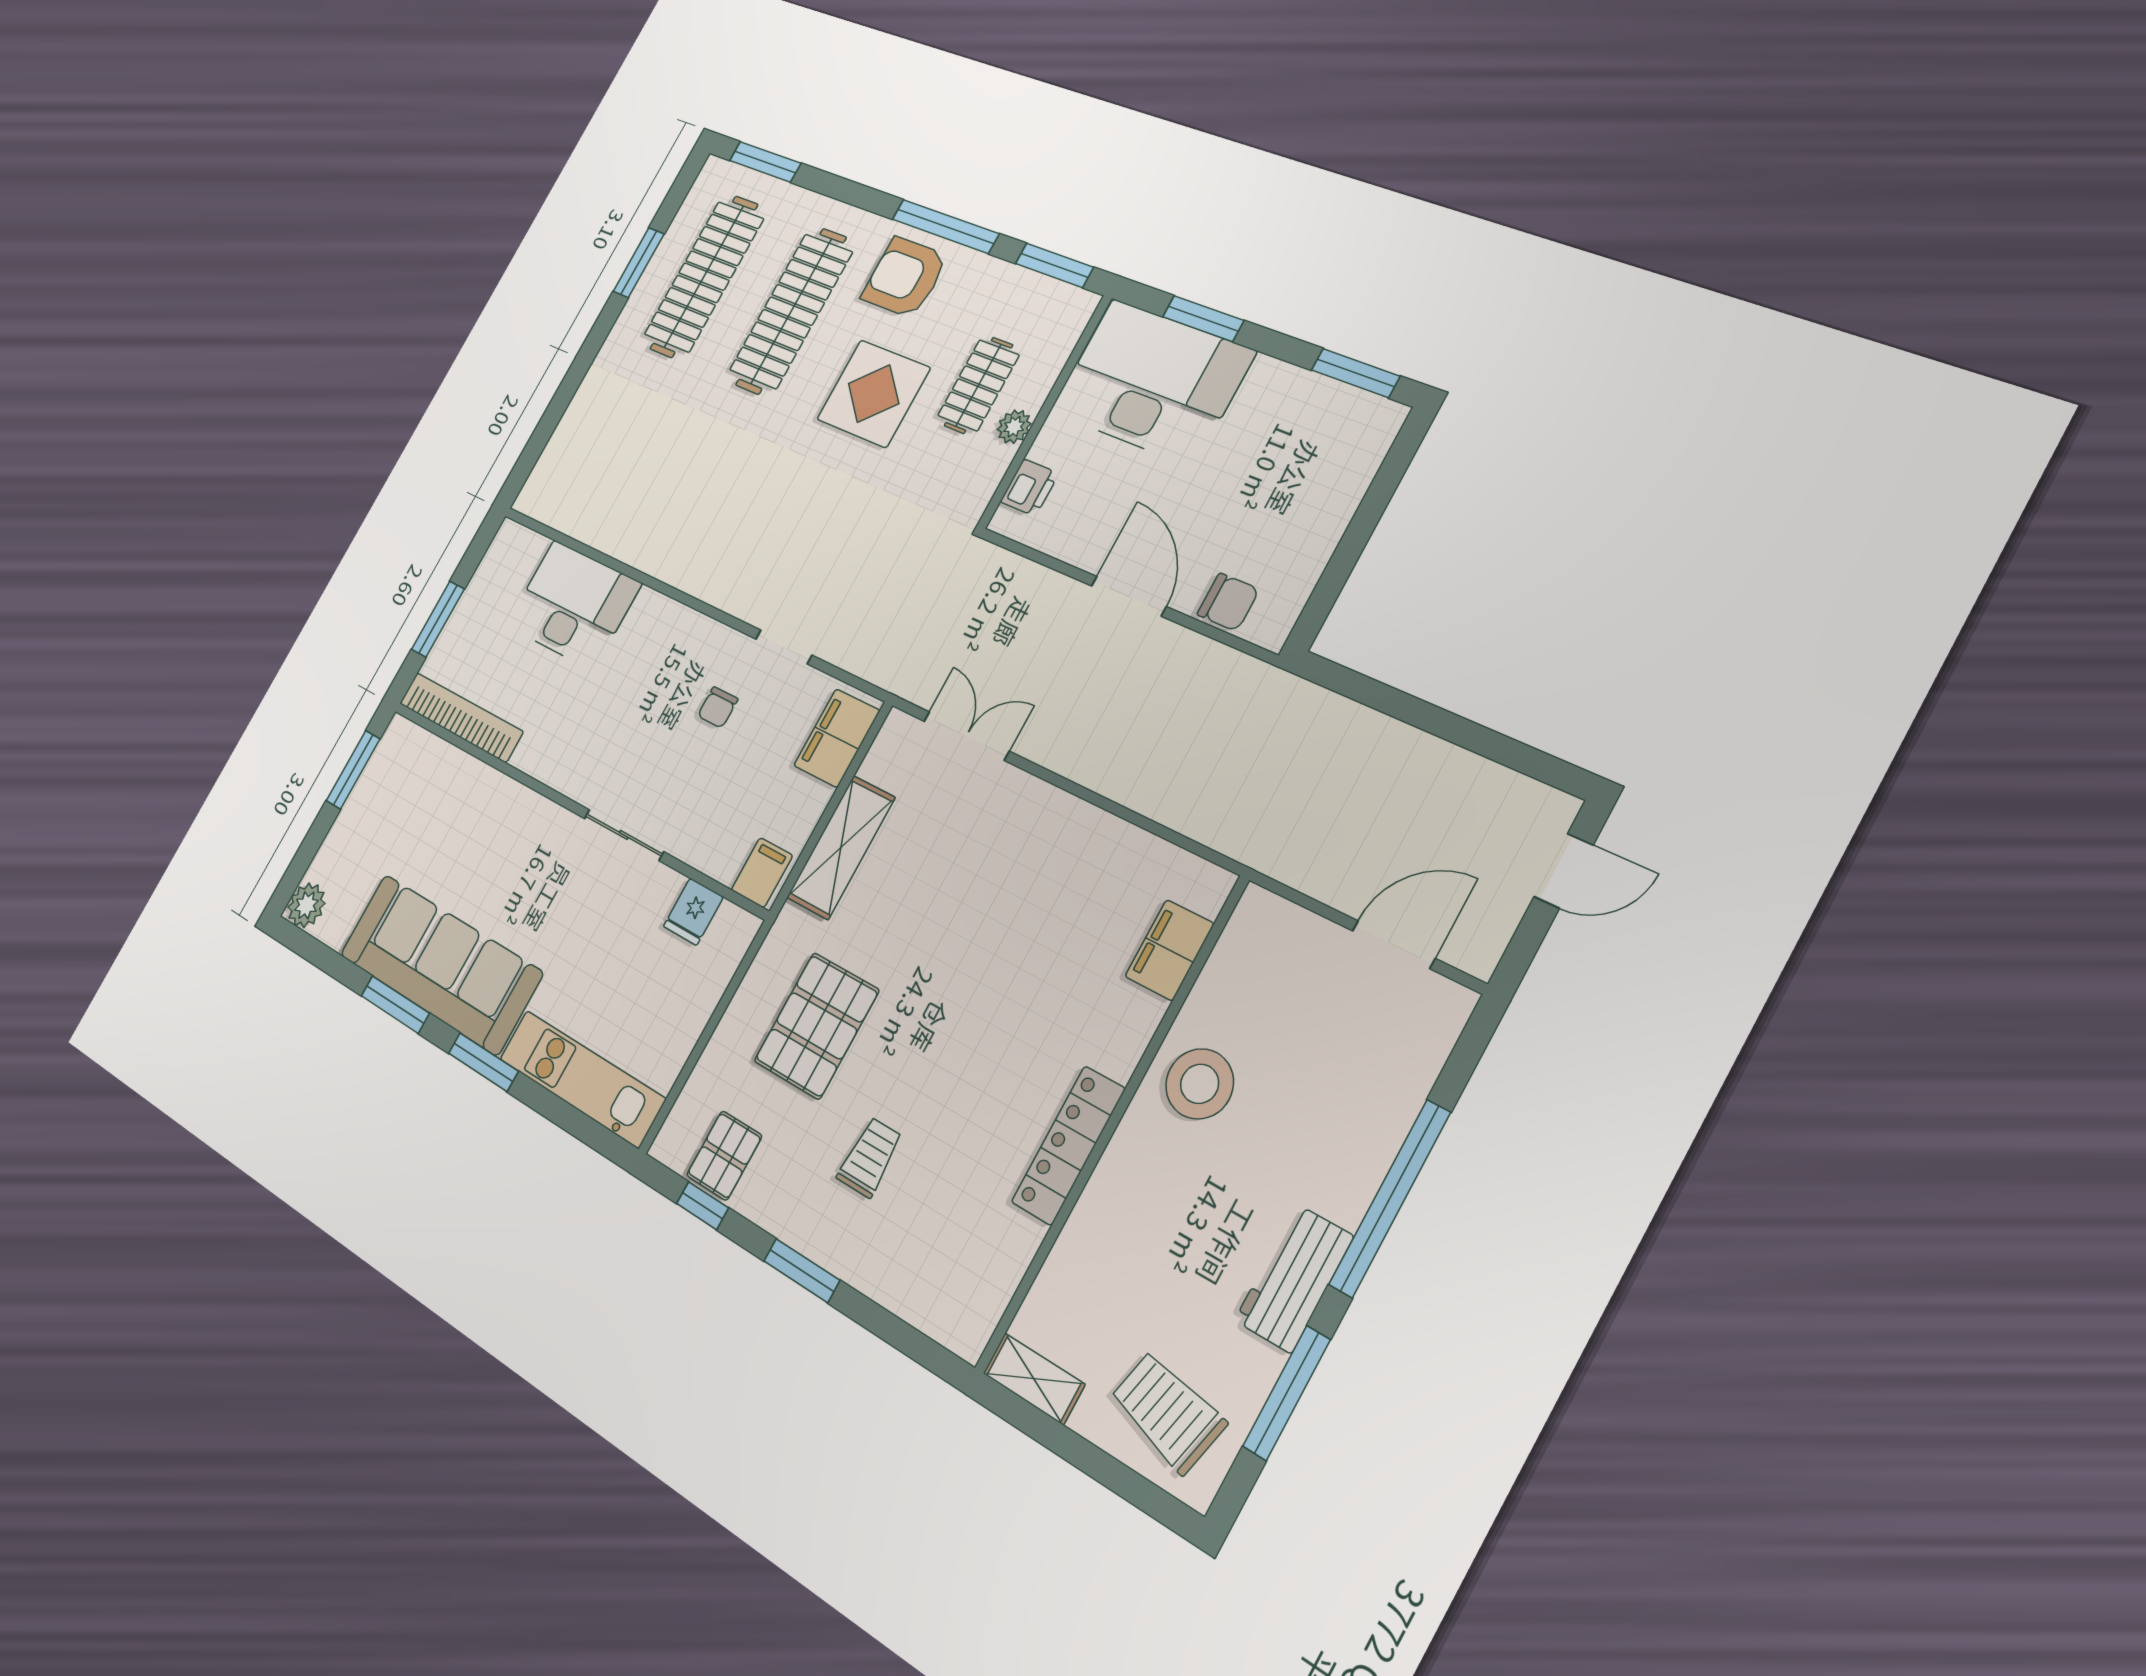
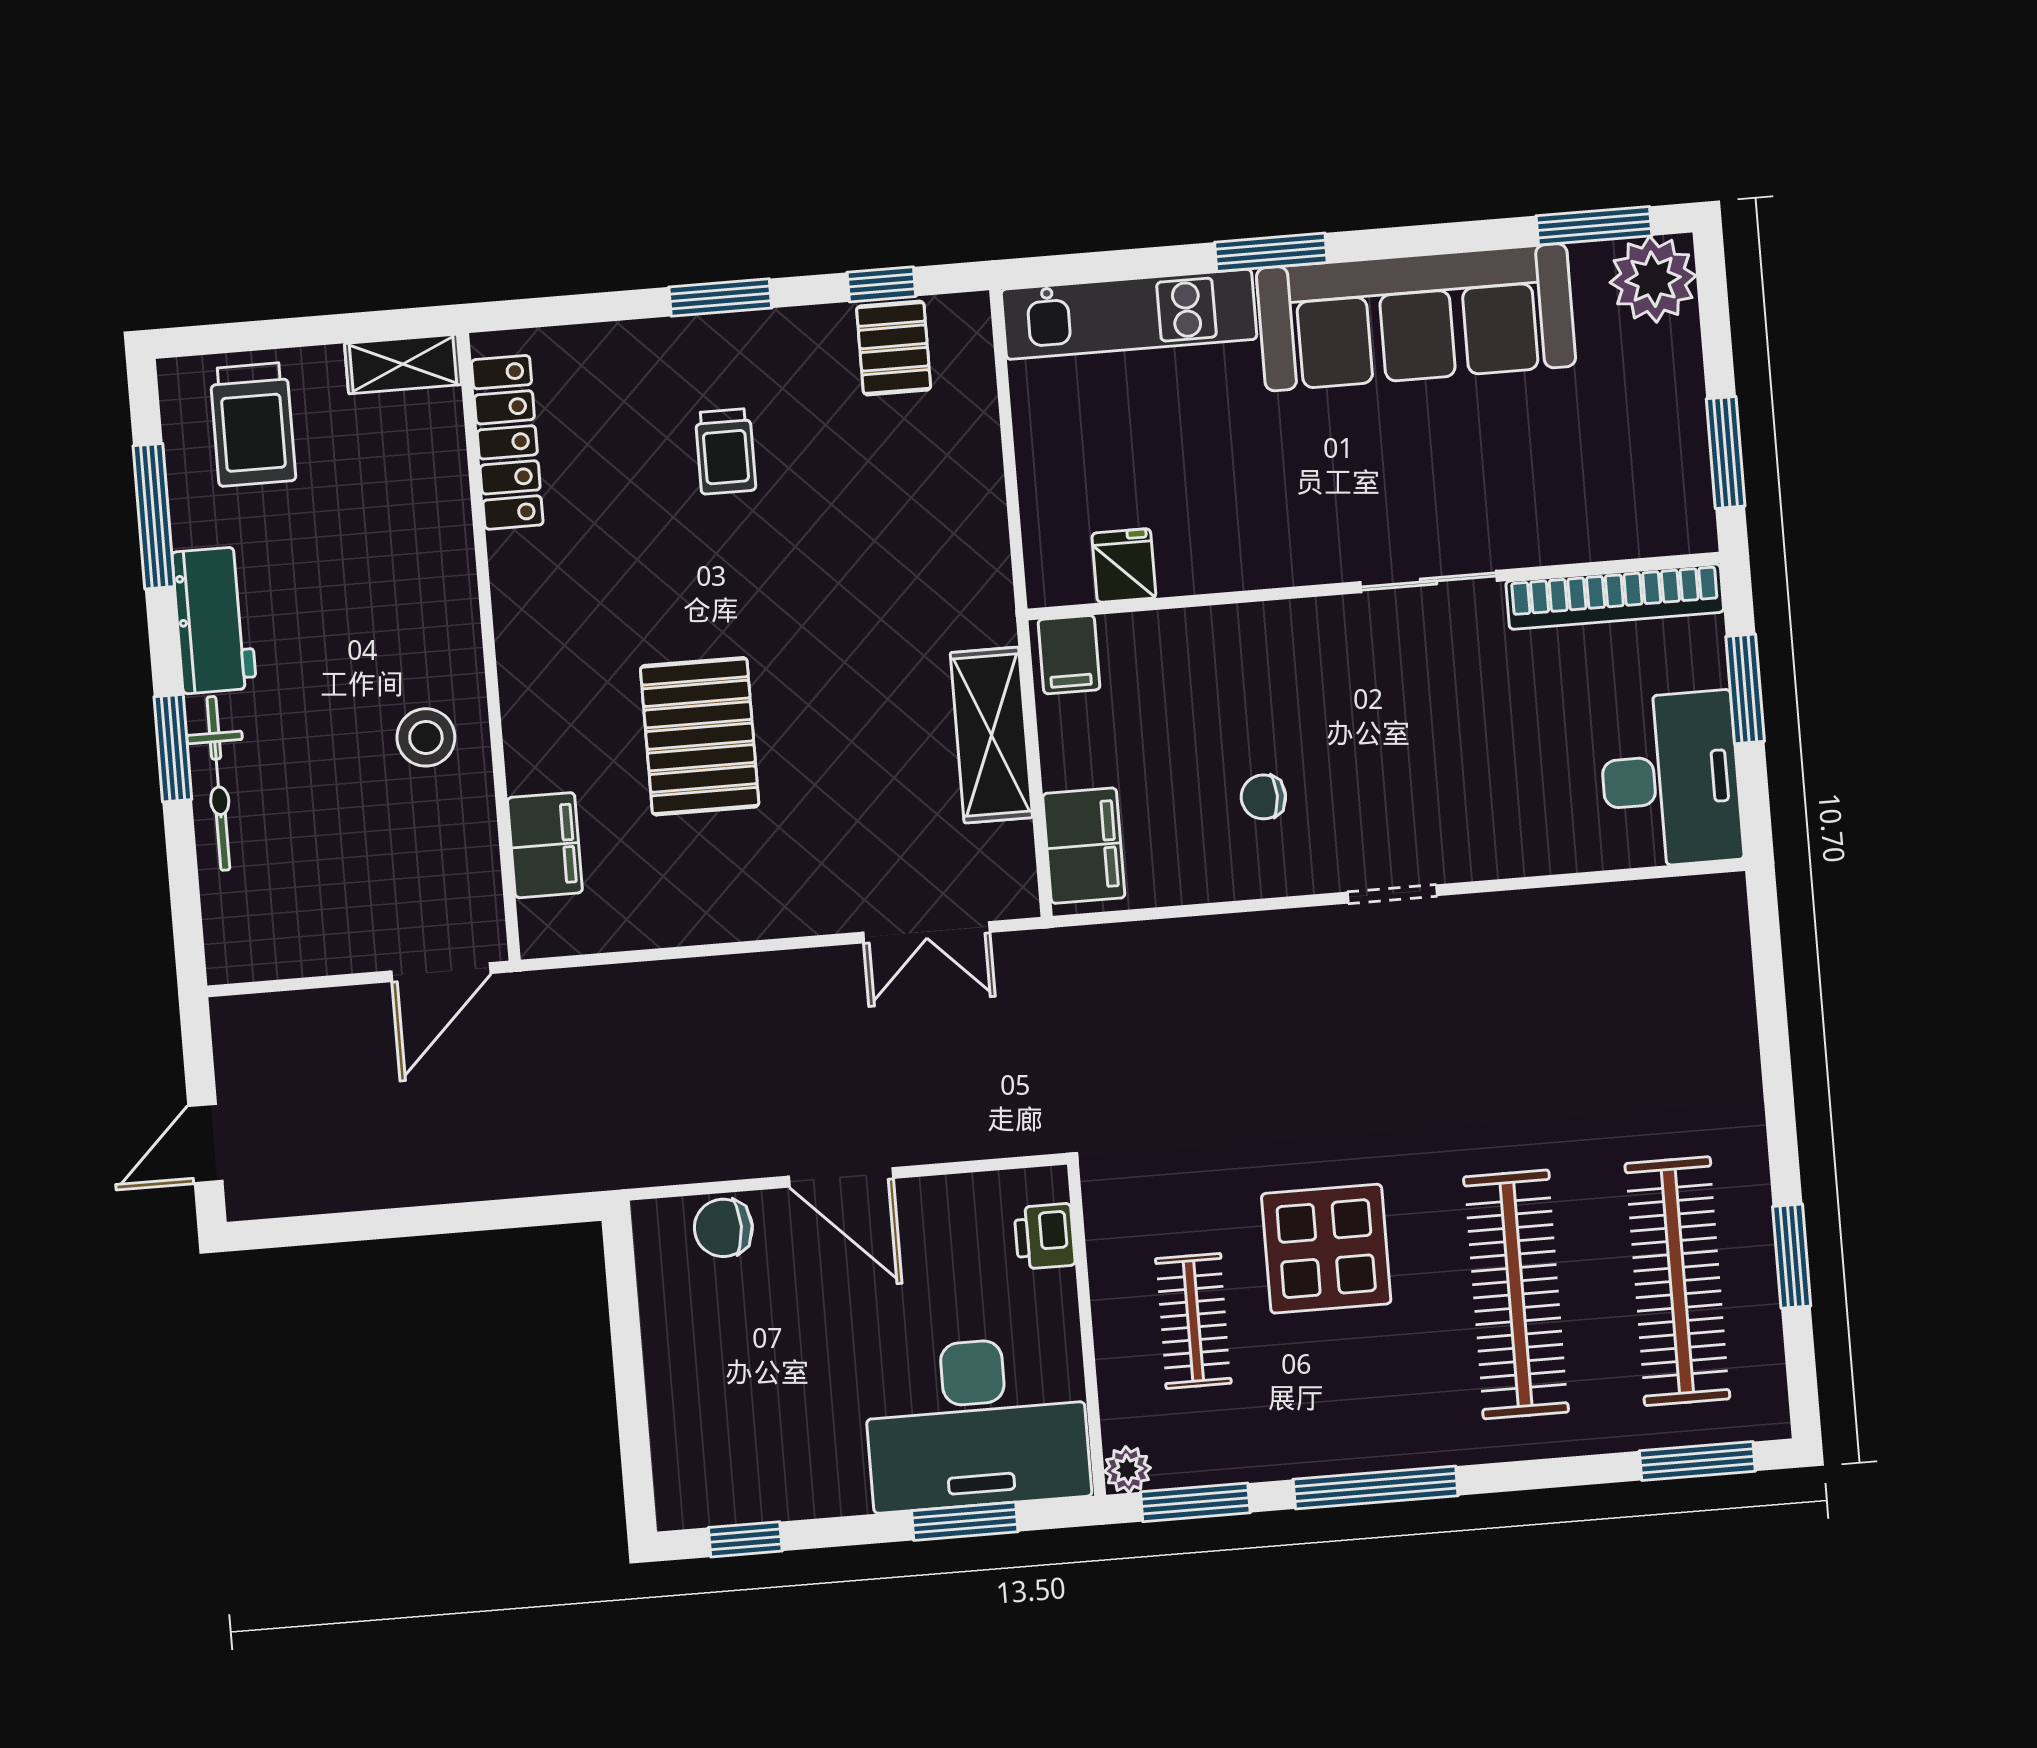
armchair: (905, 277) -> (1386, 1403), removed
window: (1356, 373) -> (745, 1539), width x0.67
plant: (1014, 427) -> (1127, 1470), moved
desk: (574, 605) -> (1670, 780), moved, turned -90
doorway: (784, 647) -> (1392, 894), moved
chair: (718, 707) -> (1263, 797), turned -90
sliding door: (624, 835) -> (1429, 582), moved
plant: (306, 905) -> (1653, 279), width x1.36, depth x1.36
door: (1394, 945) -> (441, 972), moved
window: (395, 1005) -> (1594, 226), moved
pallet: (817, 1026) -> (700, 736), moved
stool: (1200, 1084) -> (426, 737), width x0.73, depth x0.73
locker: (1068, 1145) -> (507, 442), moved
bicycle: (1373, 1148) -> (218, 783), added
window: (1390, 1198) -> (173, 748), width x0.47
trolley: (1168, 1412) -> (253, 424), turned 77

